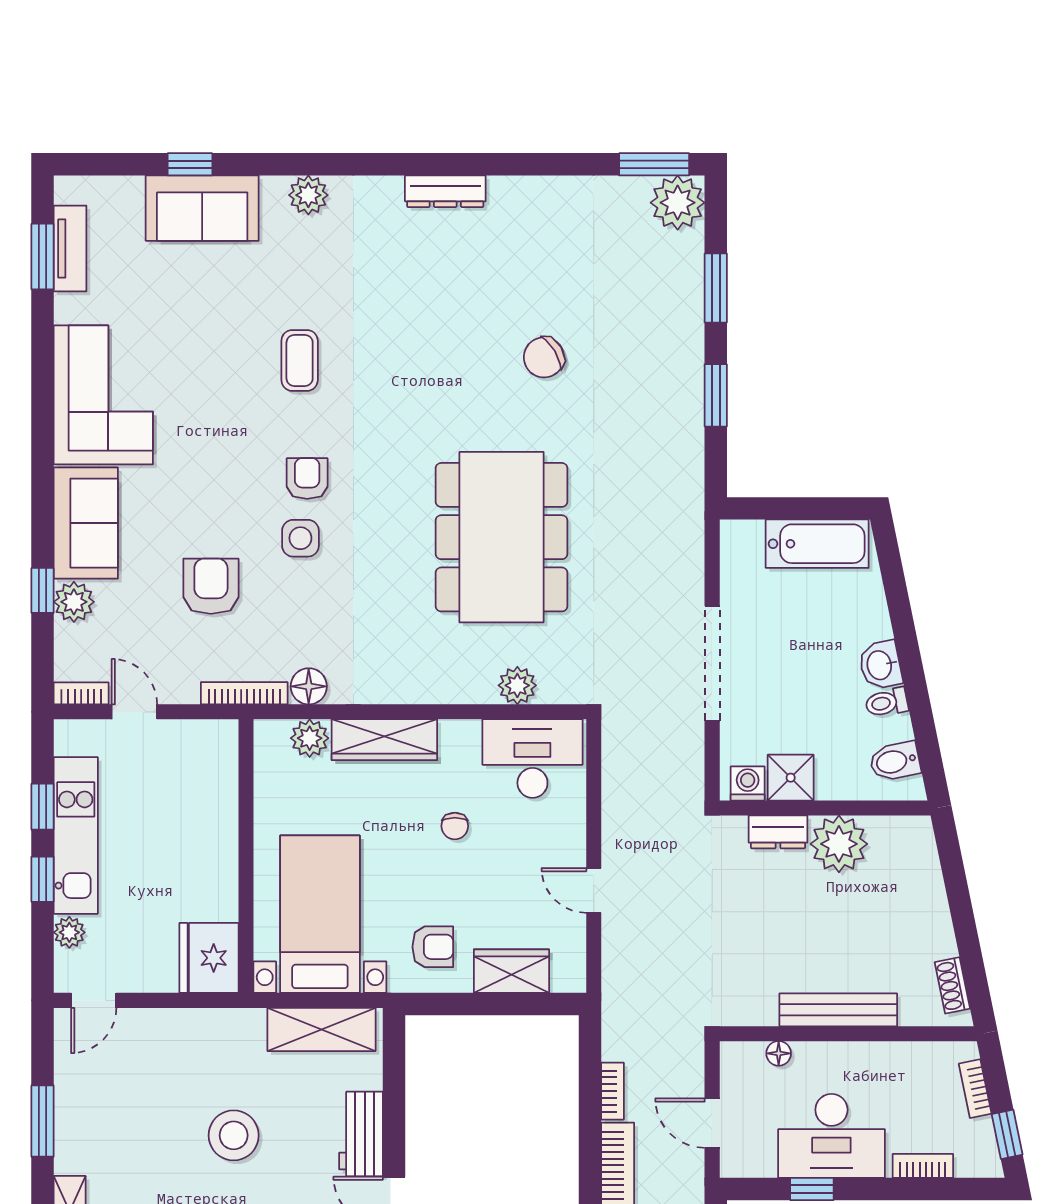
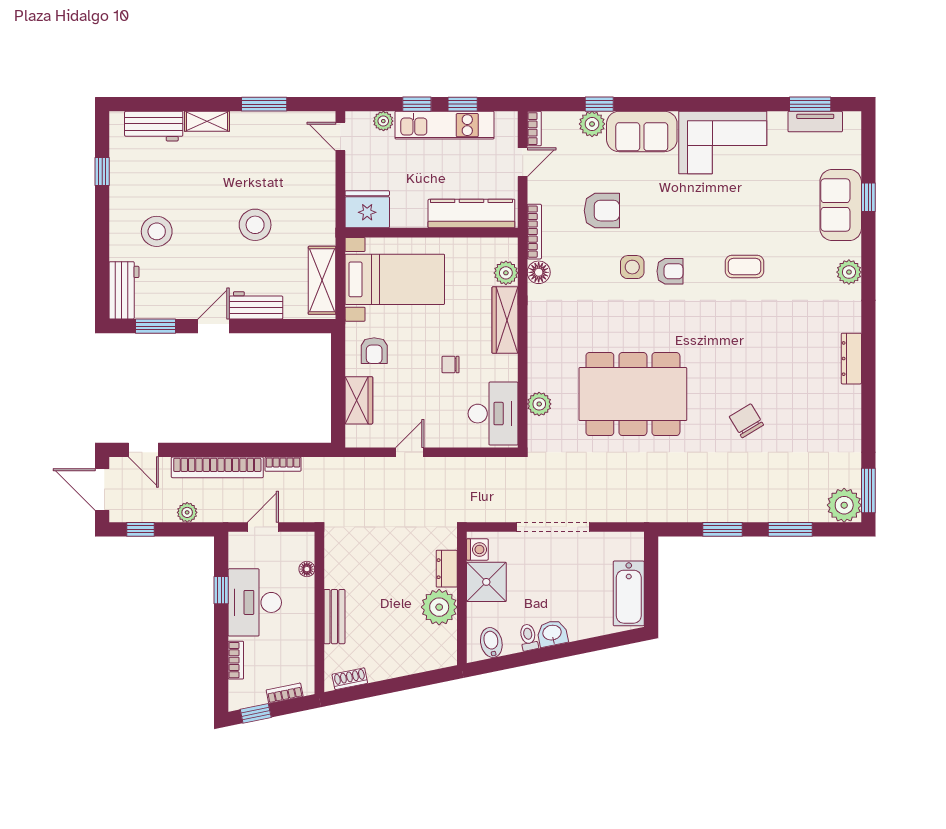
shower: (791, 778) -> (486, 582), width x1.36, depth x1.36
kitchen counter: (216, 793) -> (471, 214), added
bench: (838, 1010) -> (334, 617), width x0.73

